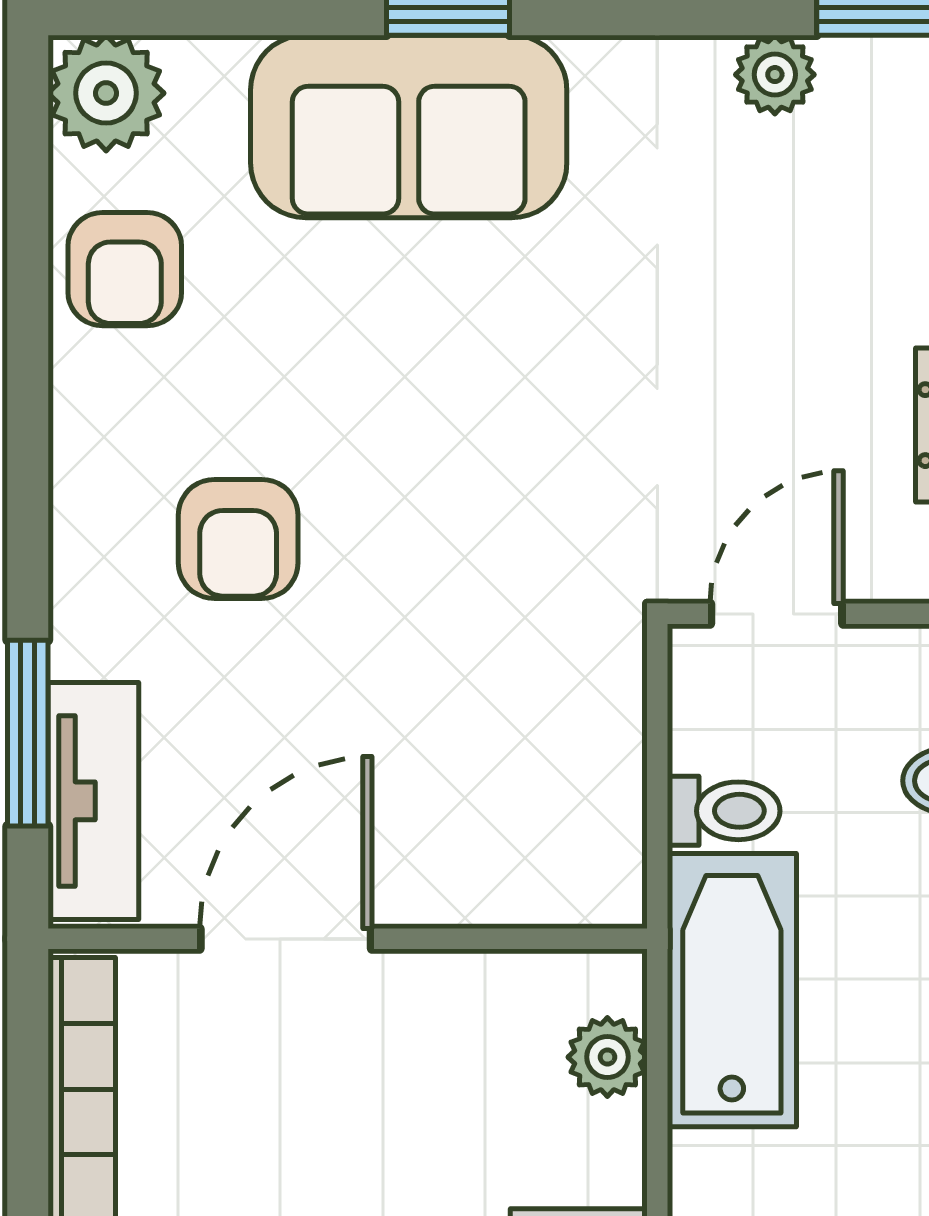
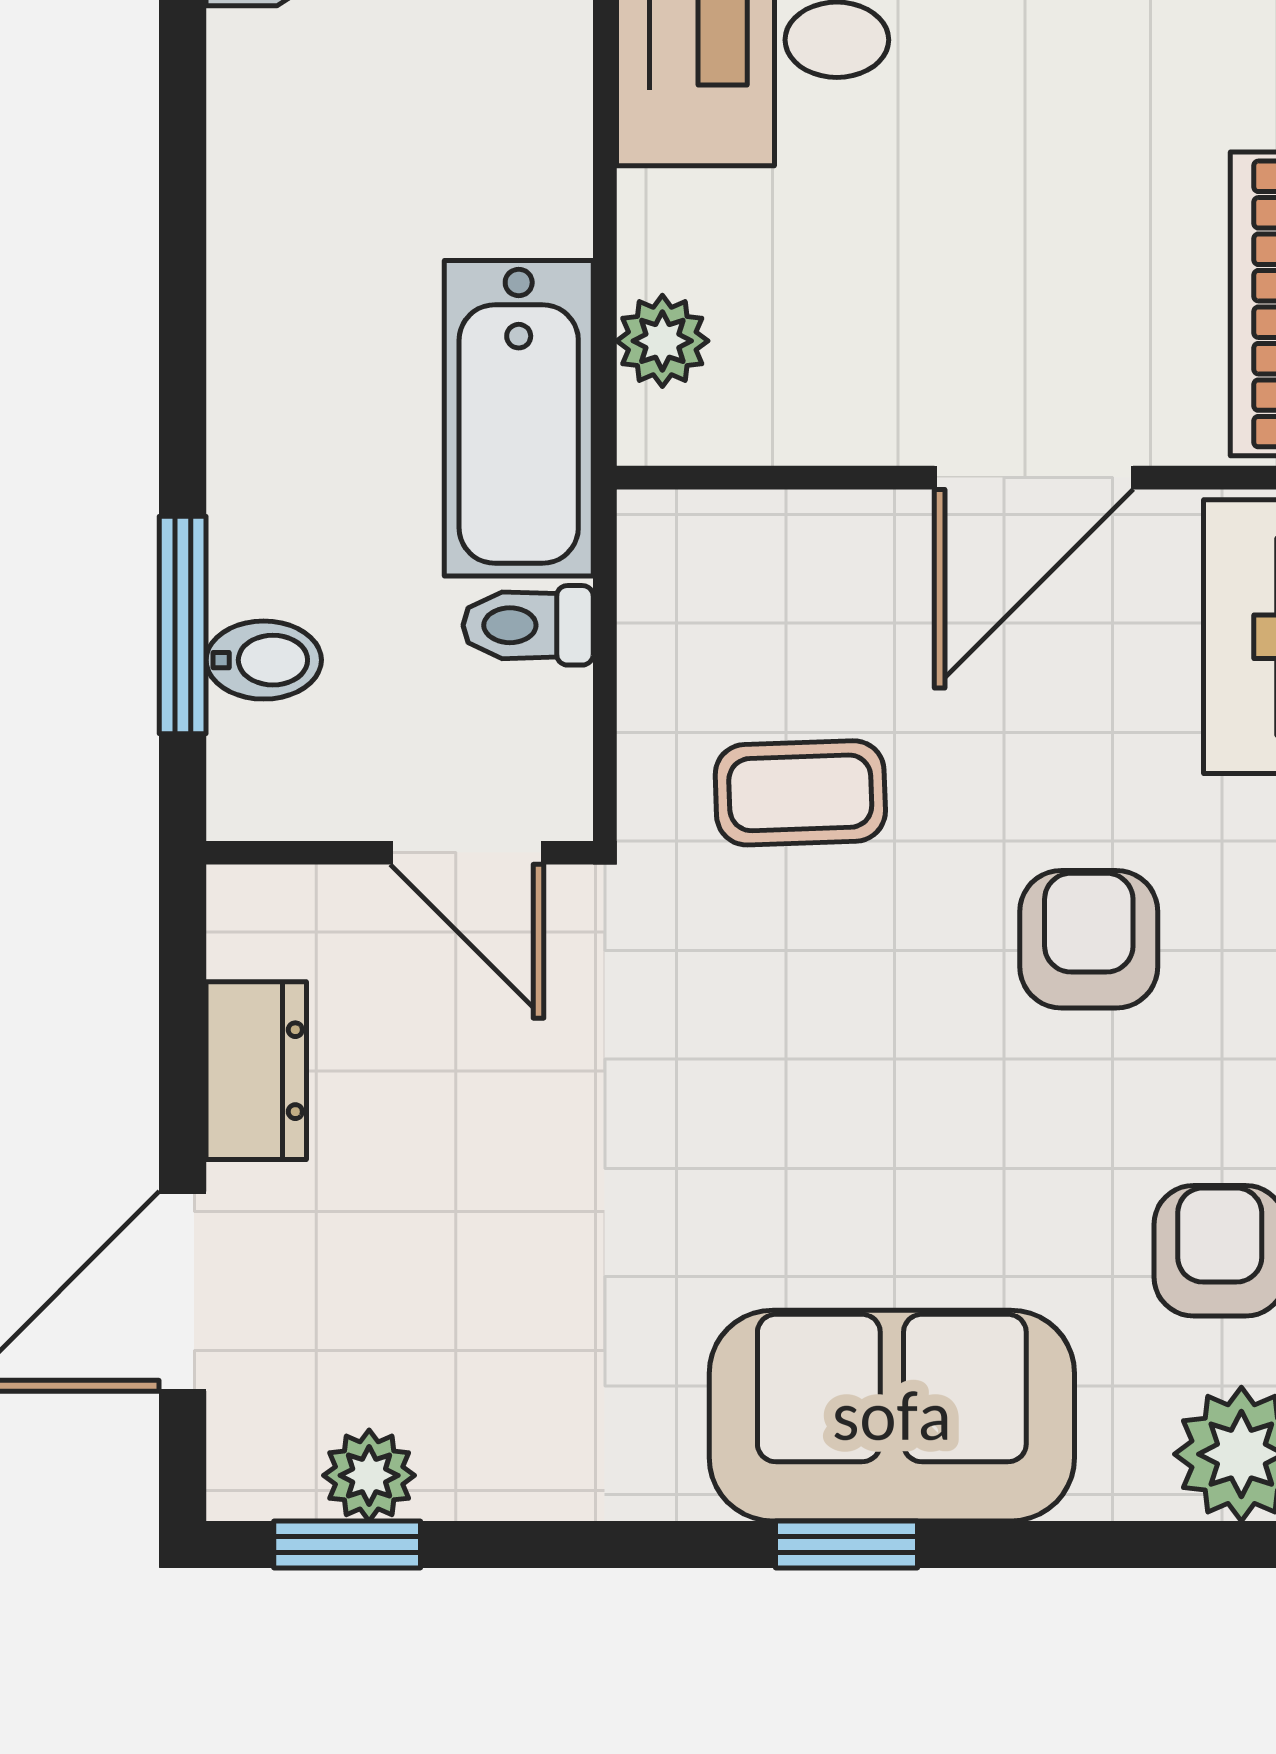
plant: (775, 75) -> (369, 1475), moved
door: (777, 614) -> (467, 853), hinge flipped
coffee table: (488, 666) -> (800, 793), added

